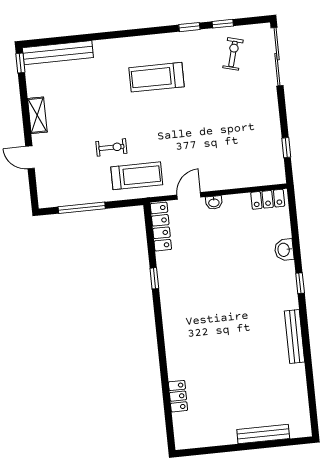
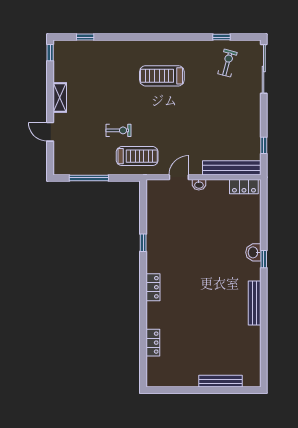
window: (189, 27) -> (85, 37), moved
bench: (58, 53) -> (232, 168), moved
locker: (161, 227) -> (153, 287), moved, width x0.66
washbasin: (284, 250) -> (253, 252), moved

